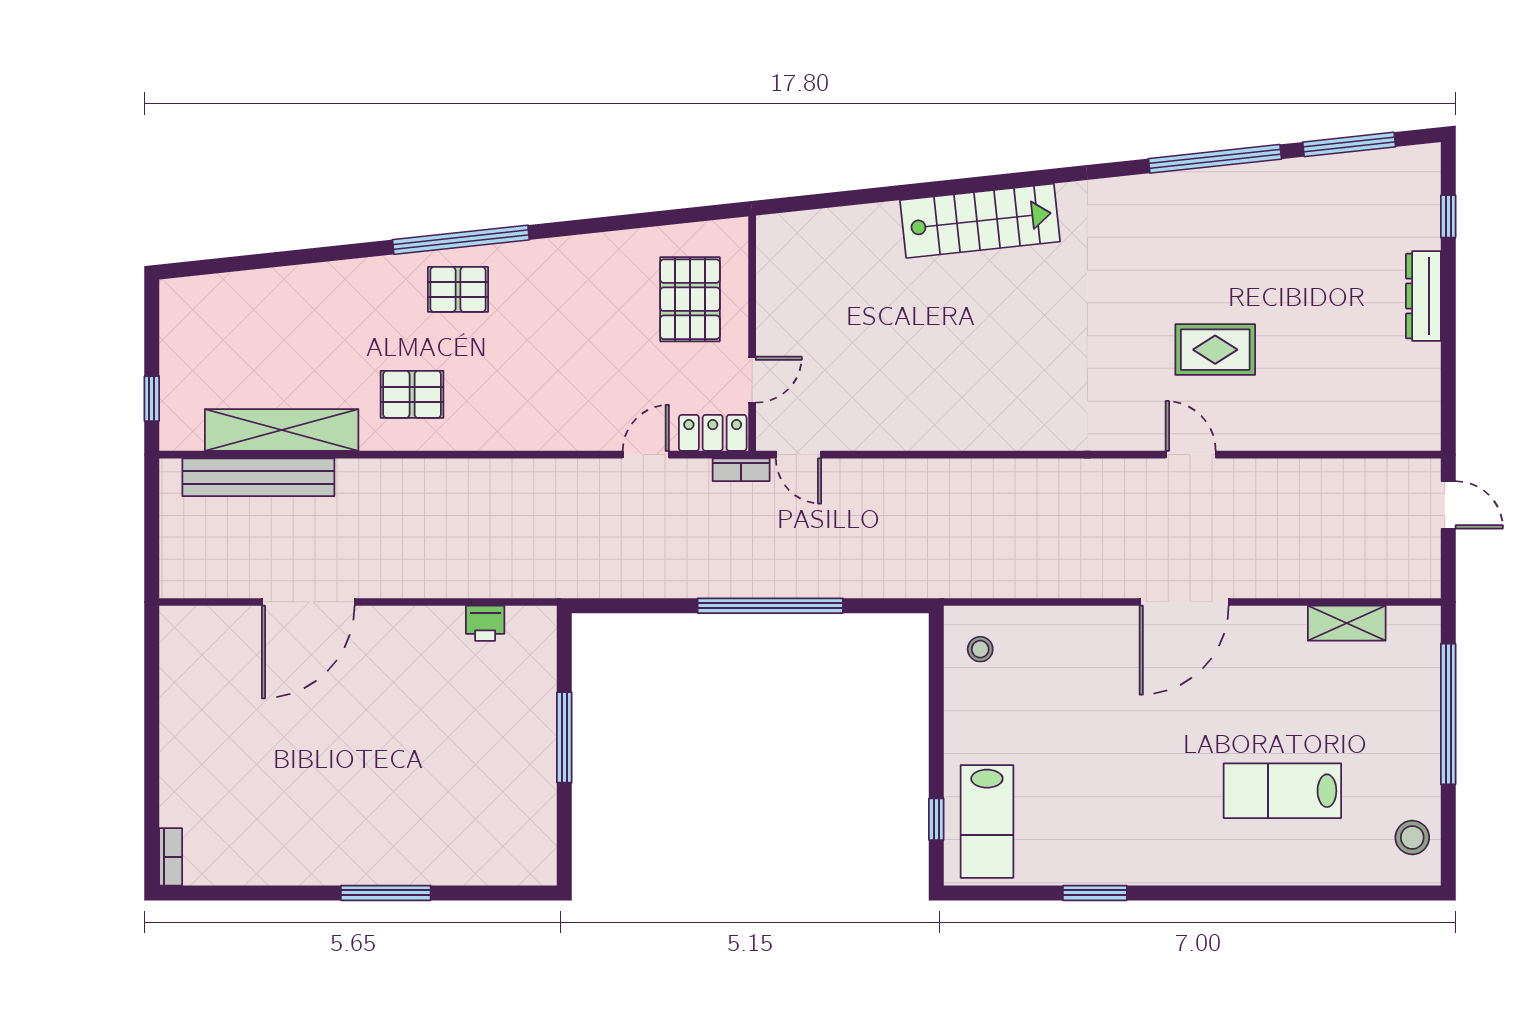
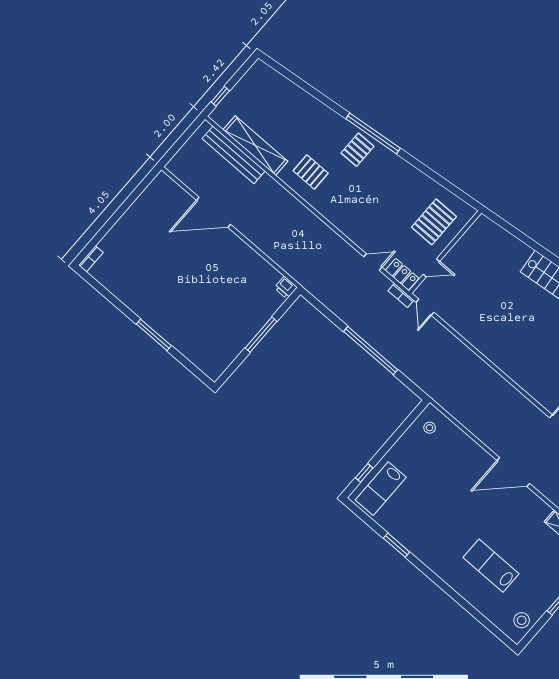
pallet: (458, 289) -> (357, 150), turned 90
printer: (485, 623) -> (286, 288), moved

